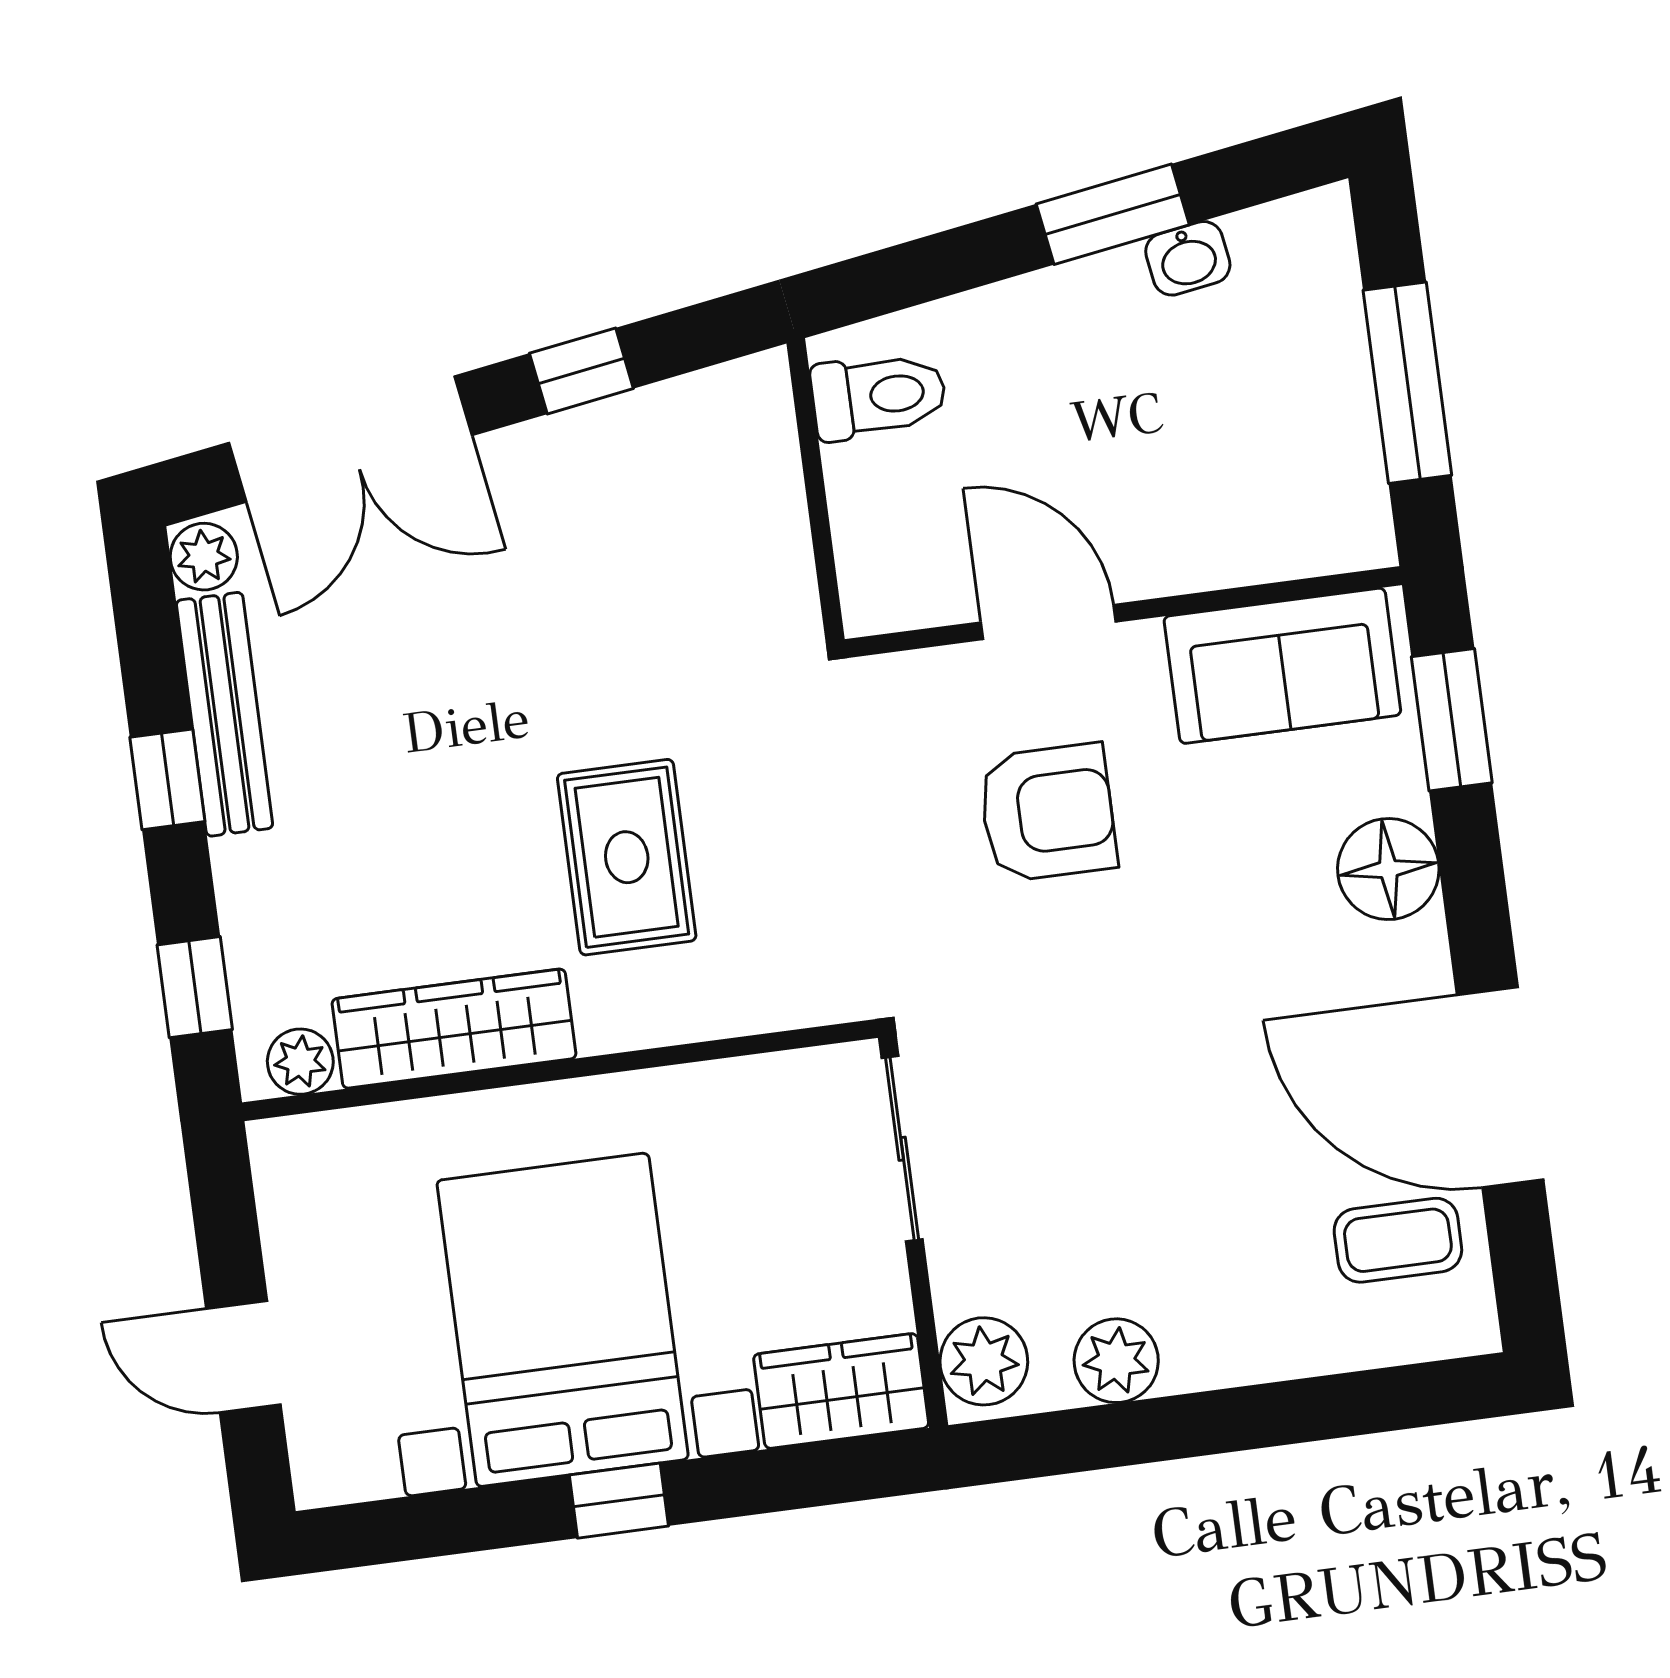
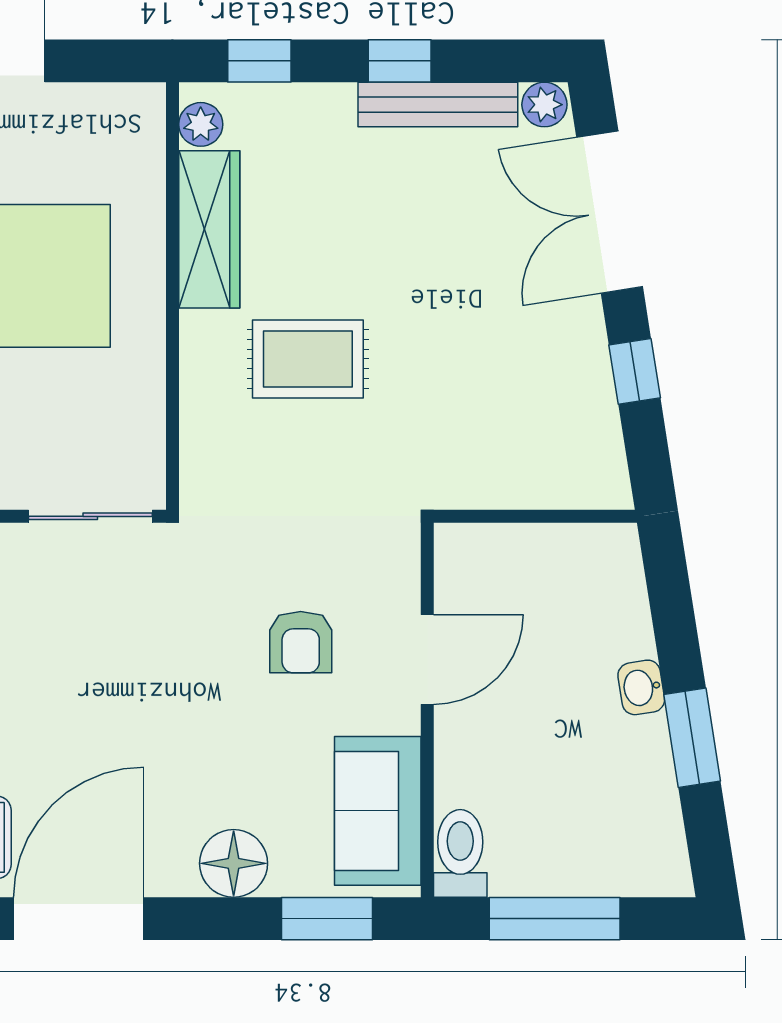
washbasin: (1188, 258) -> (641, 687), moved
toilet: (879, 396) -> (460, 853), moved, turned 180
armchair: (1048, 813) -> (301, 642), width x0.72, depth x0.72

